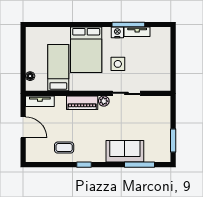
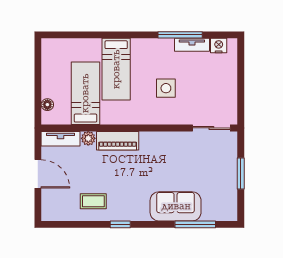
nightstand: (117, 32) -> (219, 46), moved
bed: (86, 50) -> (116, 69), width x0.67
sliding door: (126, 93) -> (211, 128), moved
plant: (104, 101) -> (88, 138), moved
window: (173, 141) -> (241, 174), moved

